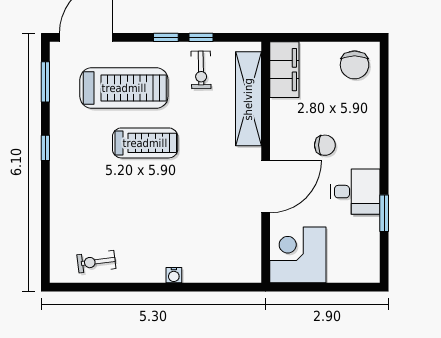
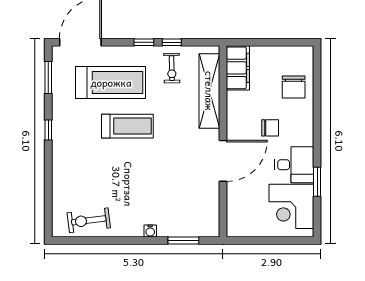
chair: (355, 65) -> (294, 87), moved
corner desk: (298, 255) -> (291, 206), moved, turned -90
exercise bike: (96, 262) -> (89, 220), width x1.38, depth x1.39
window: (216, 287) -> (183, 241), added

